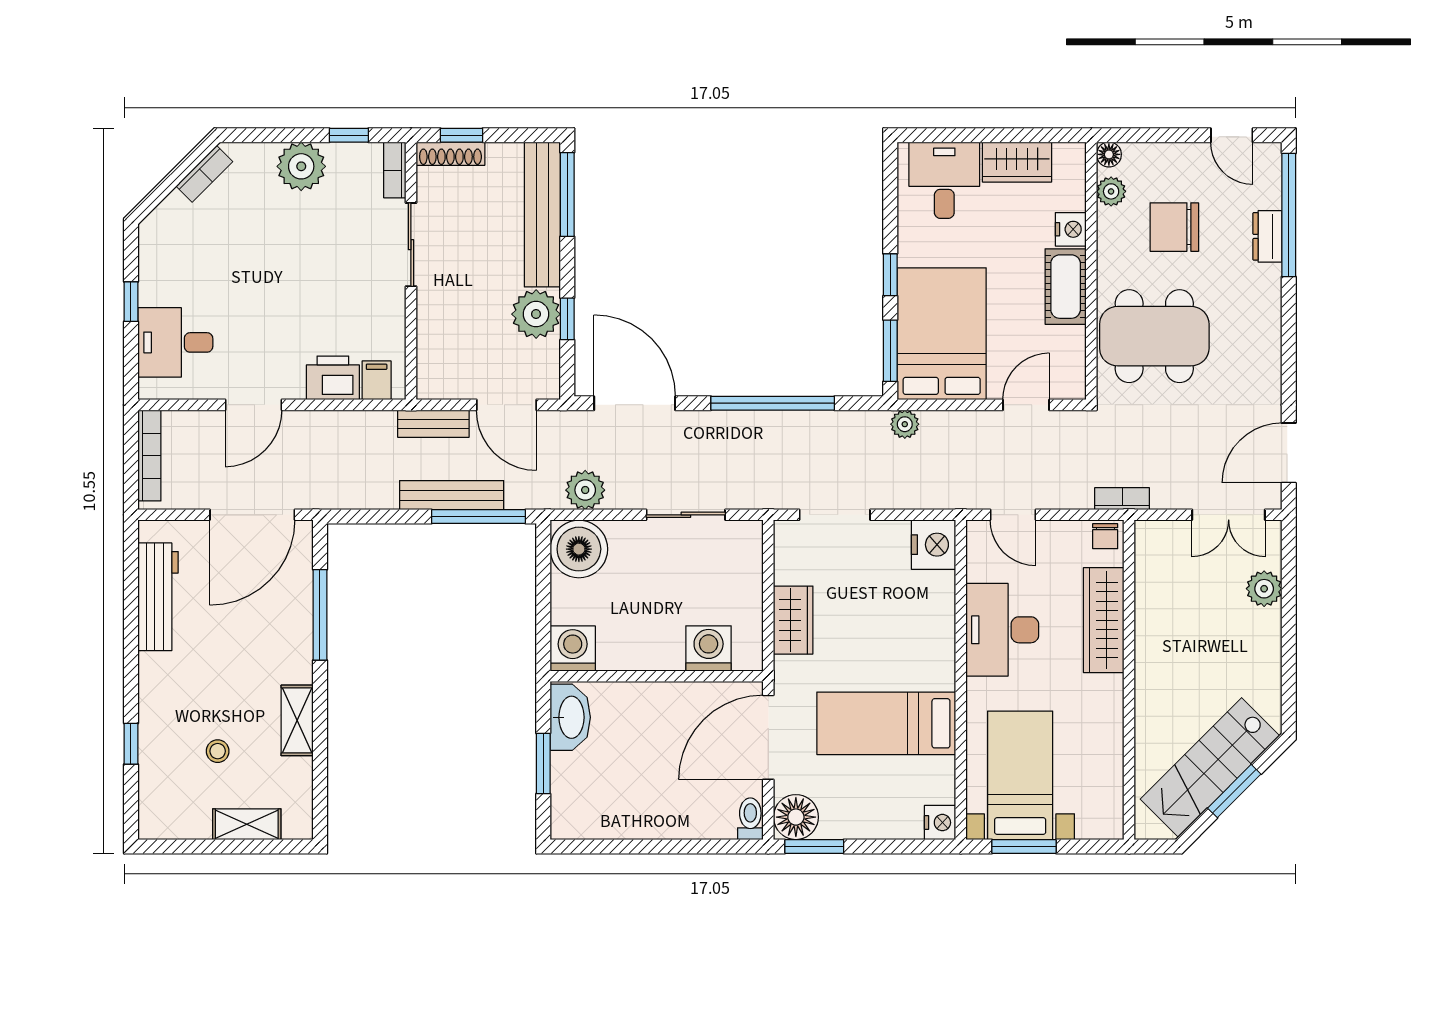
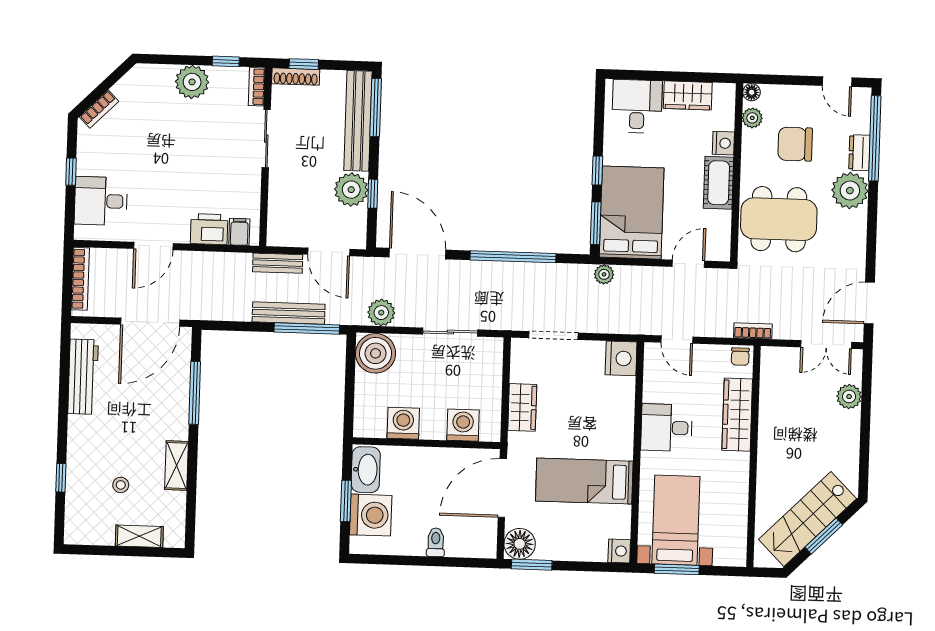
bookcase: (204, 174) -> (99, 109), moved
plant: (1255, 291) -> (850, 191), added
desk: (1002, 630) -> (667, 428), width x0.73
washing machine: (573, 649) -> (403, 423), moved
washing machine: (580, 783) -> (371, 515), added
toilet: (750, 819) -> (436, 542), moved

